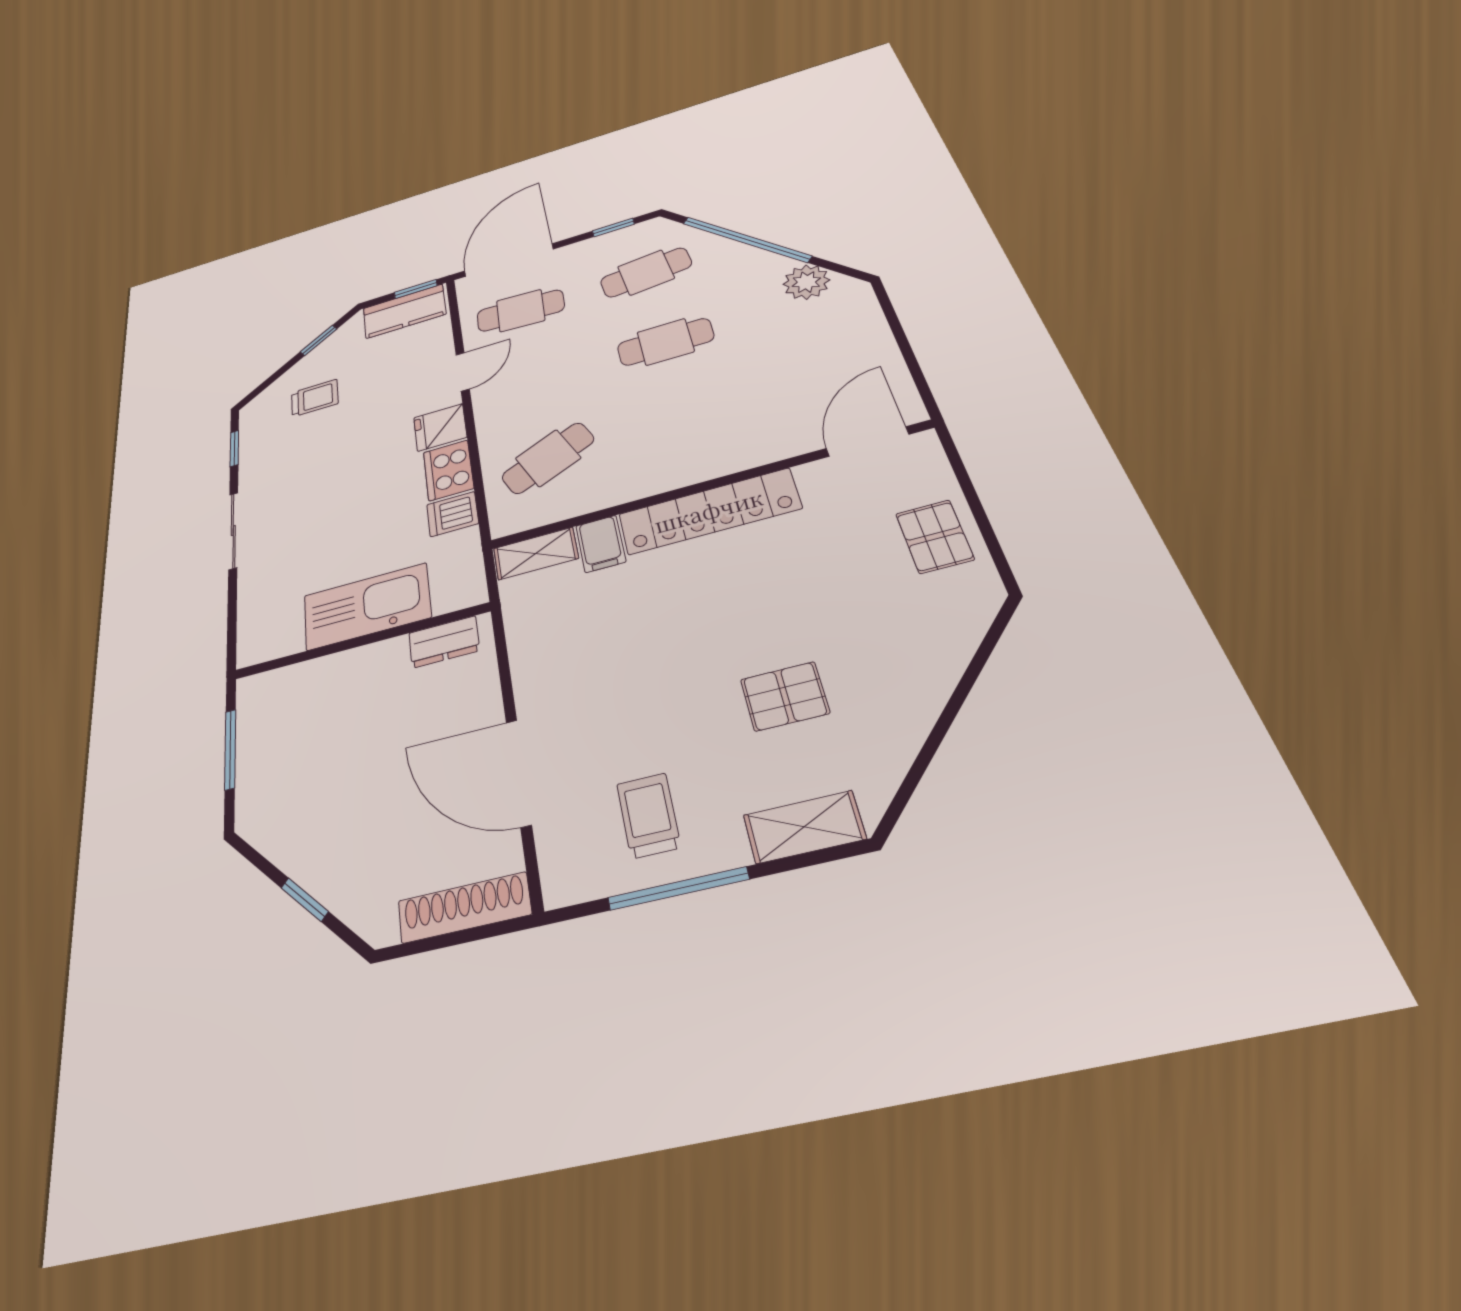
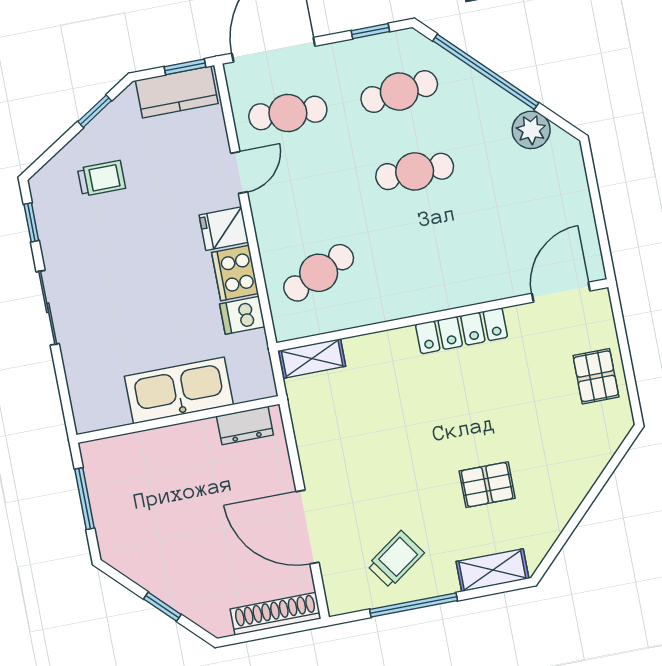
locker: (709, 511) -> (462, 331), width x0.71, depth x0.83
filing cabinet: (601, 544) -> (362, 356), removed
trolley: (648, 815) -> (396, 559), turned 55

